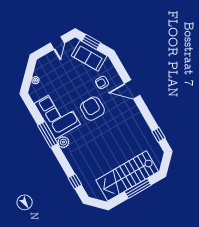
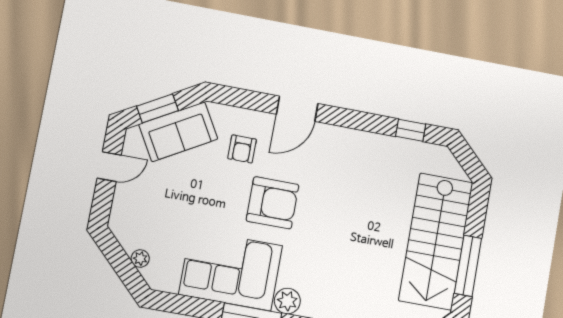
door: (57, 43) -> (109, 167), hinge flipped
armchair: (92, 109) -> (272, 203), turned 180
window: (138, 188) -> (468, 266), moved

